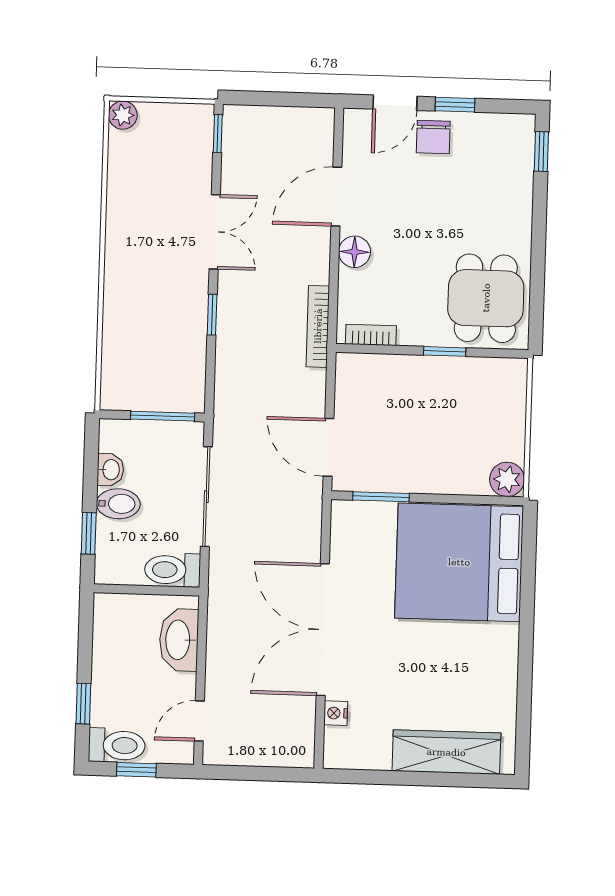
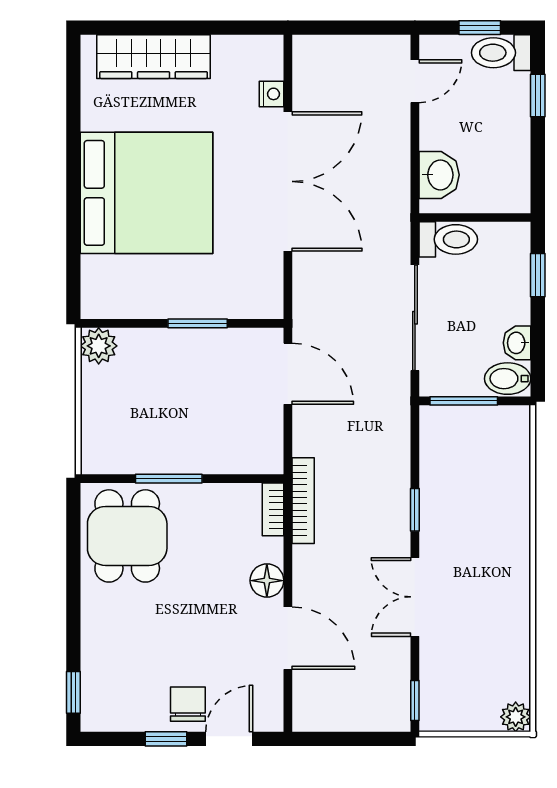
door: (336, 197) -> (288, 638), hinge flipped
bookcase: (371, 335) -> (273, 509), moved, turned 90
window: (445, 351) -> (169, 479), width x1.50
window: (381, 497) -> (198, 323), moved
bidet: (118, 504) -> (508, 379), moved
bed: (459, 562) -> (147, 193), moved
washbasin: (179, 640) -> (439, 175), width x0.72

